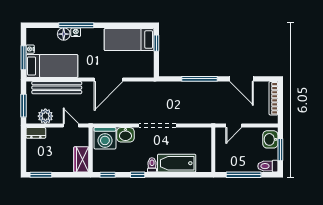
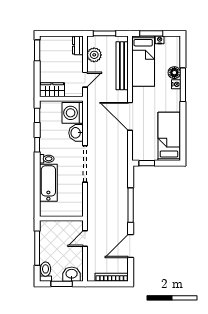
window: (156, 43) -> (147, 163), moved
door: (234, 126) -> (85, 239), hinge flipped

